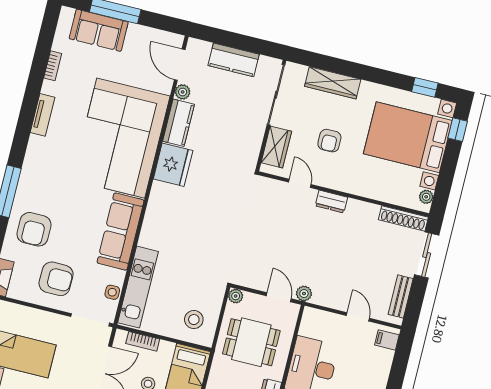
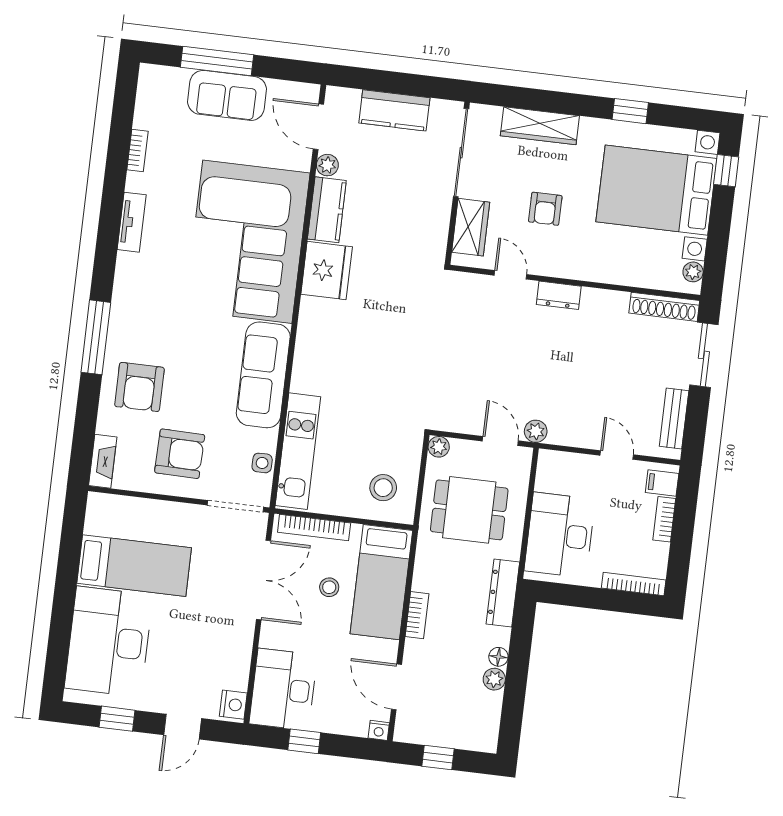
sofa: (99, 30) -> (227, 95), moved
window: (425, 87) -> (630, 111), moved
bookcase: (143, 341) -> (314, 528), width x1.56
bookcase: (385, 365) -> (664, 519), added

